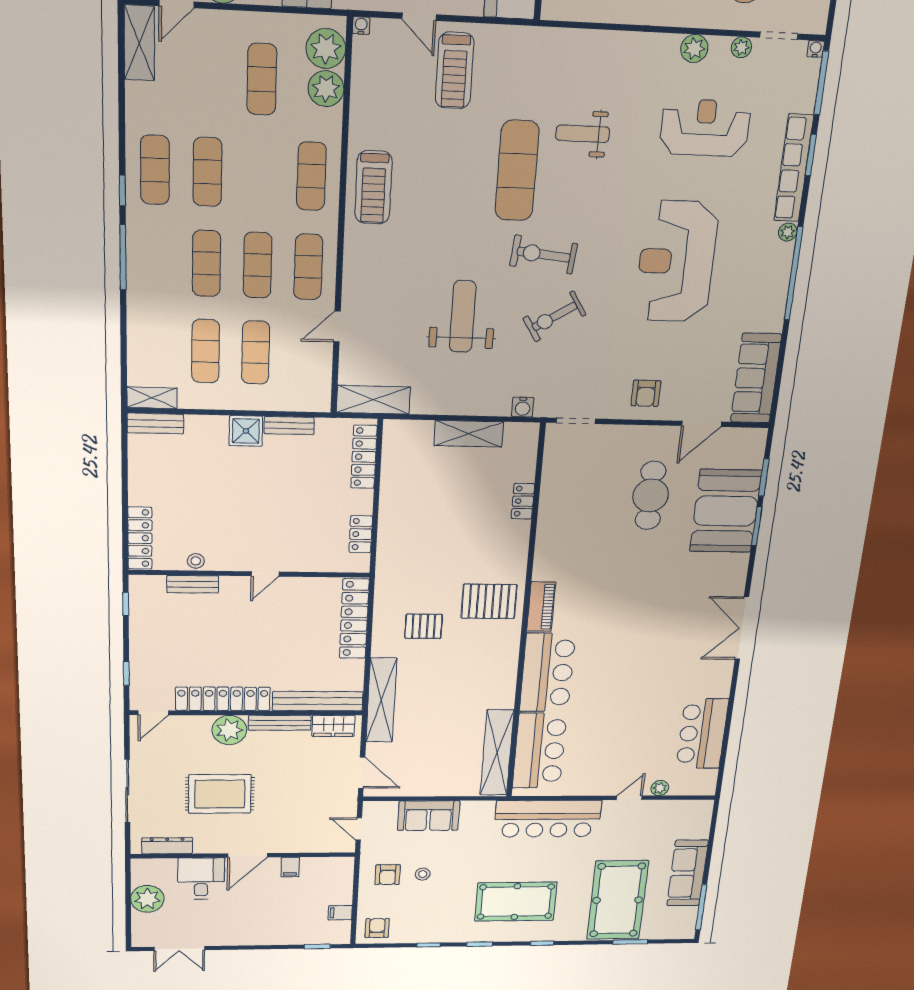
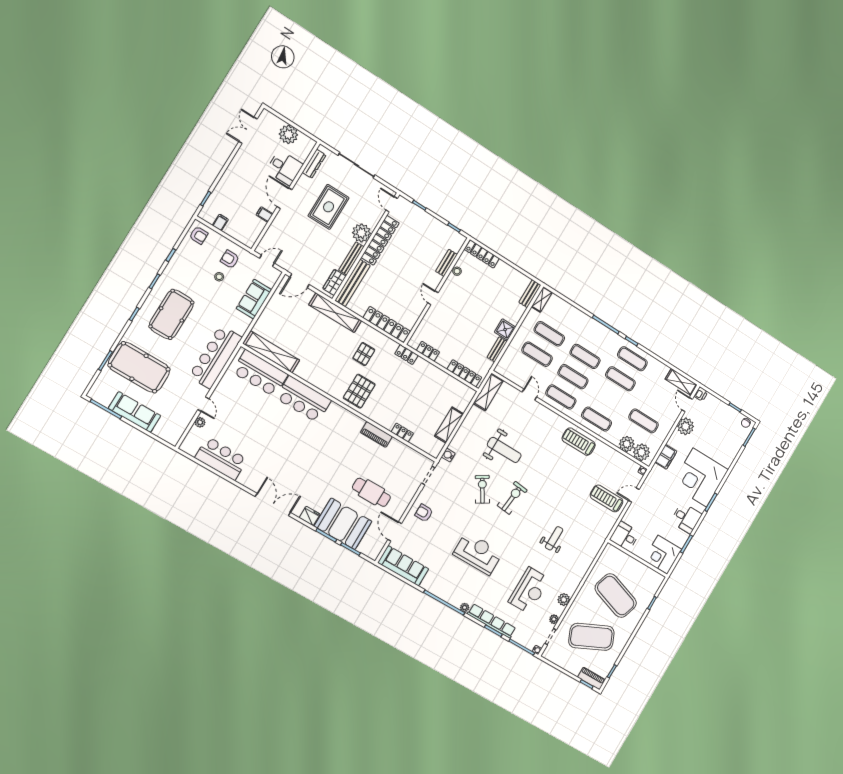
exercise mat: (517, 171) -> (554, 504), removed
reception desk: (676, 262) -> (478, 553), width x0.74, depth x0.77
locker: (386, 564) -> (406, 355), added
fridge: (736, 567) -> (310, 516), added
piano: (541, 607) -> (376, 434), moved

